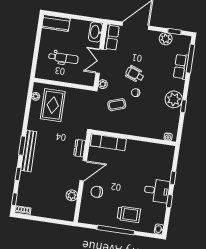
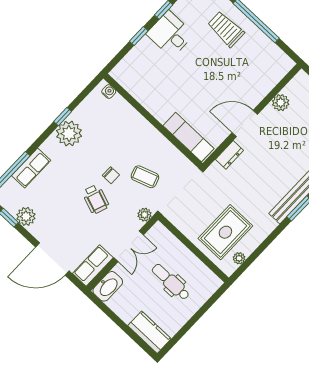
chair: (97, 192) -> (246, 85), removed

